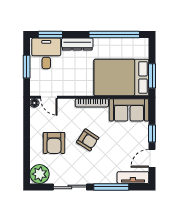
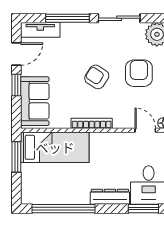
bed: (121, 77) -> (55, 147), width x0.67
sofa: (129, 110) -> (35, 101), moved, turned 90

